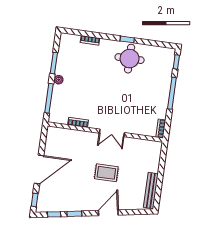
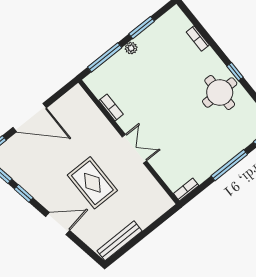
double door: (112, 133) -> (134, 149), swing flipped
rug: (106, 173) -> (92, 183), width x1.36, depth x1.43

